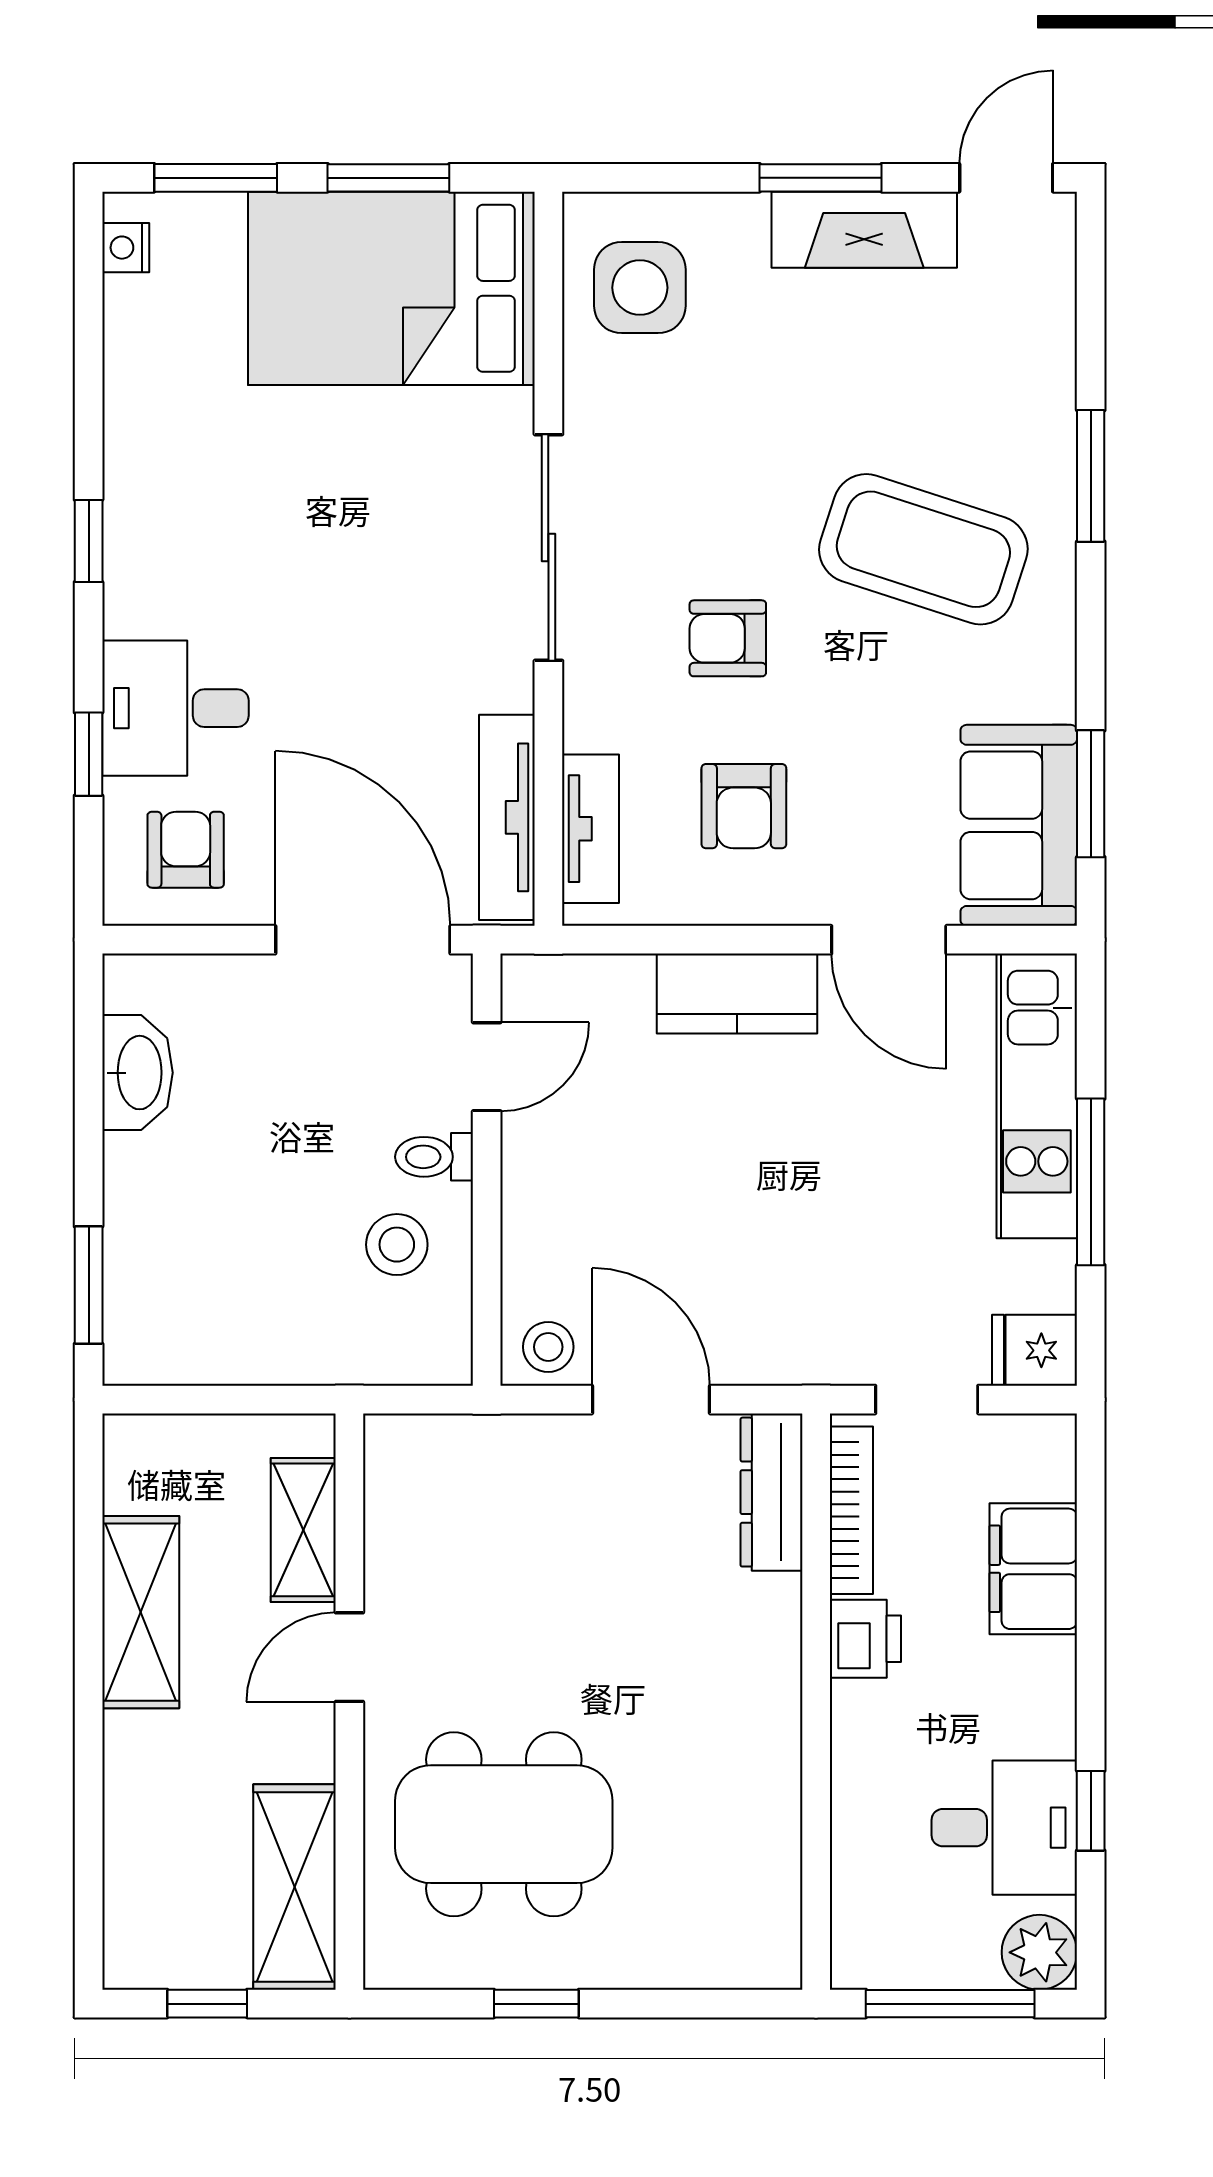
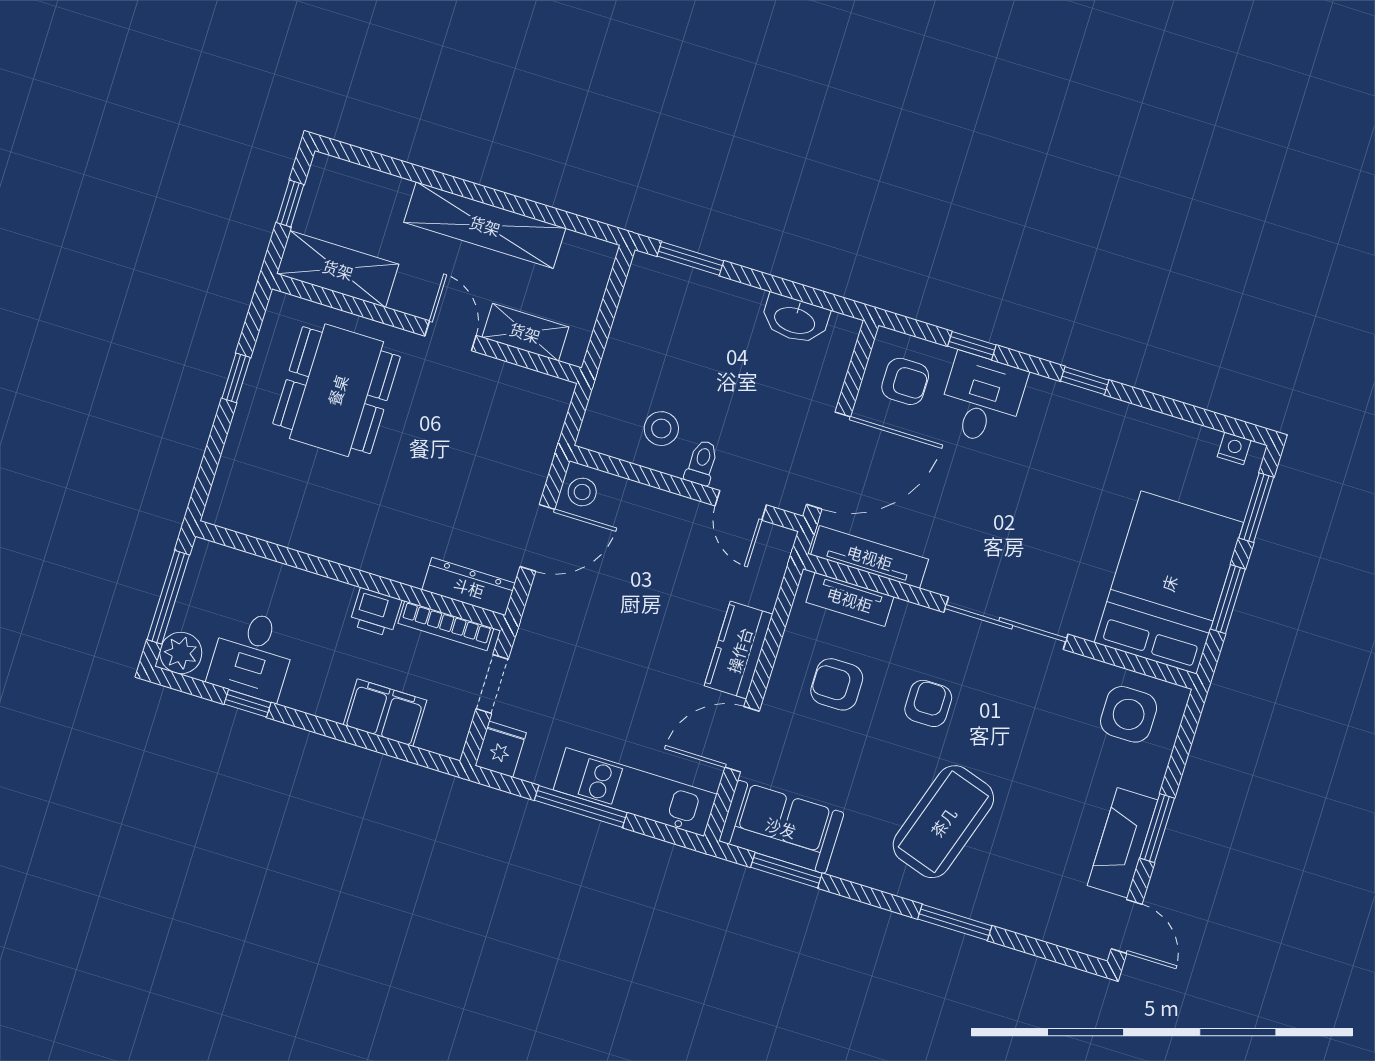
shelving: (141, 1612) -> (485, 225), width x1.47

